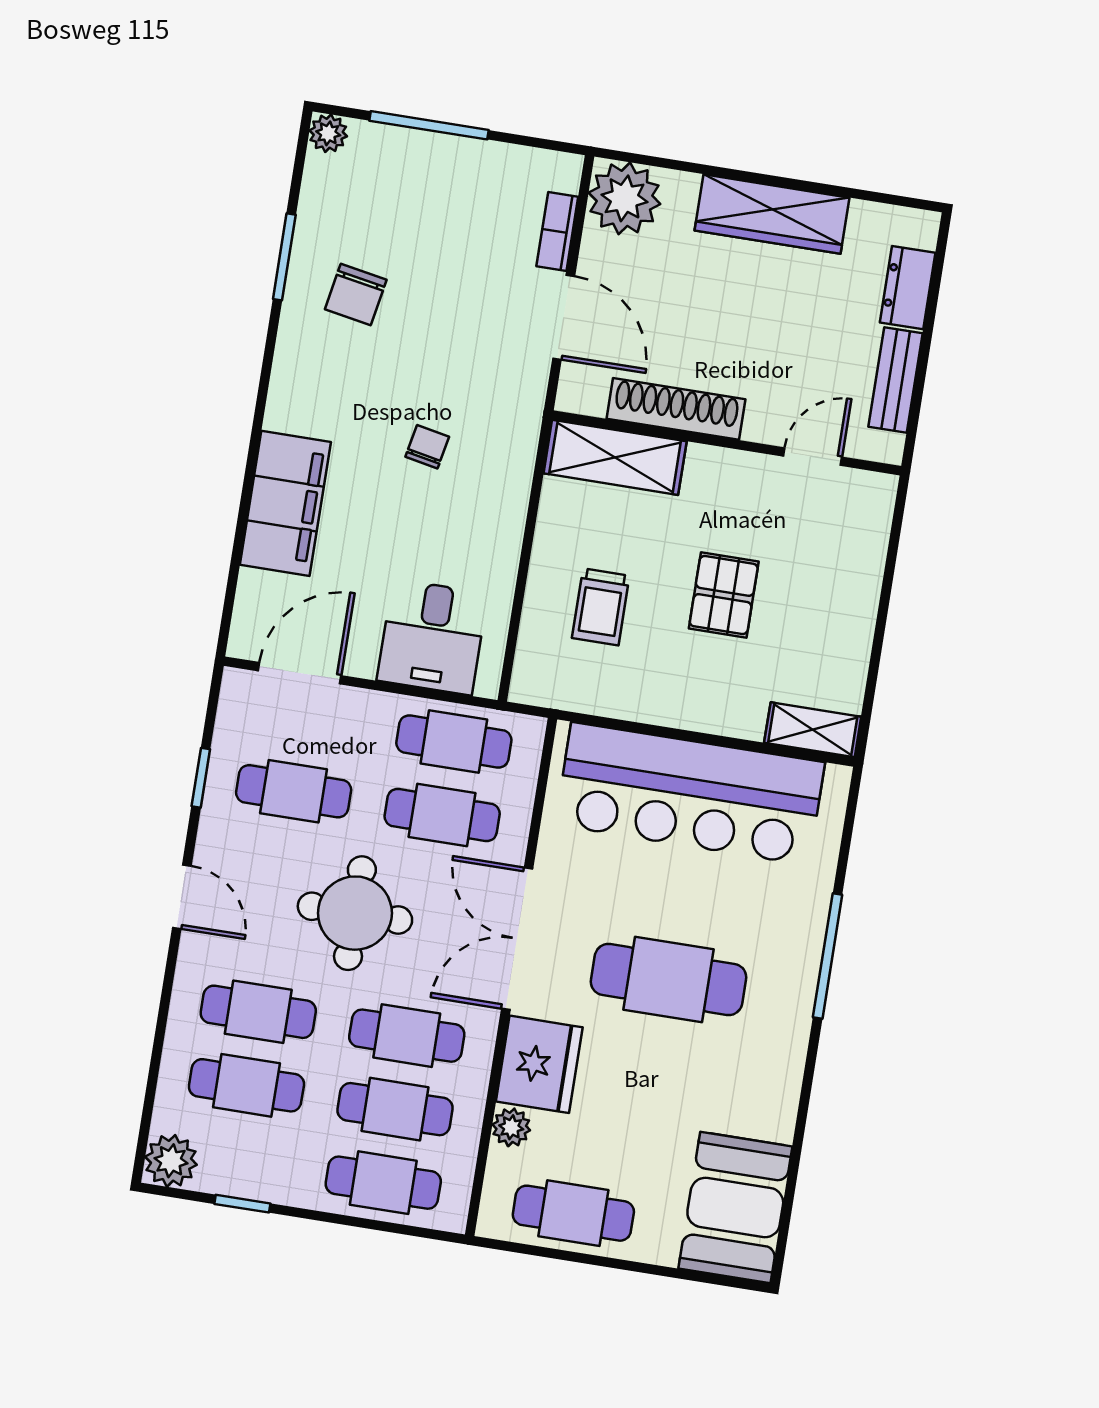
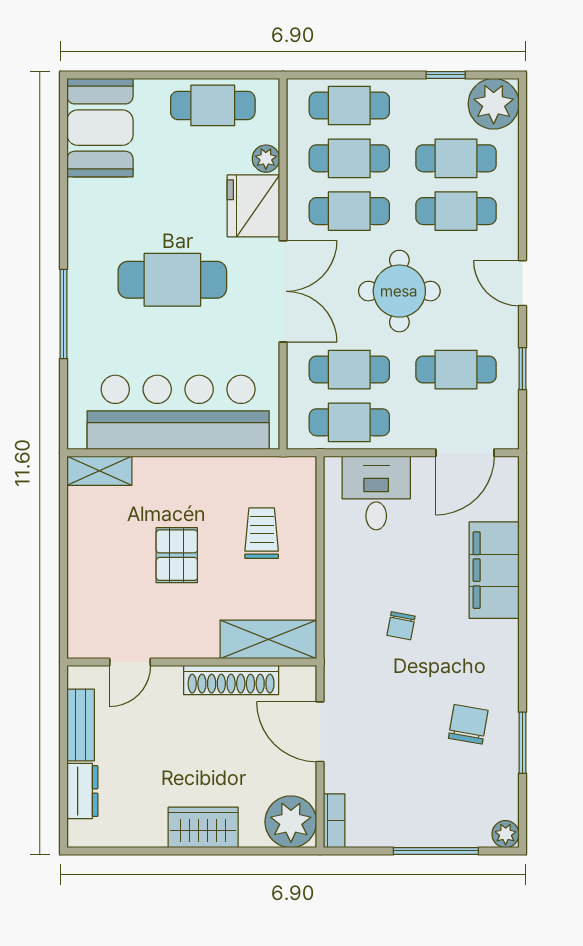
wardrobe: (772, 214) -> (203, 827), width x0.67
bookcase: (557, 231) -> (334, 821), moved
plant: (171, 1161) -> (494, 104), width x1.36, depth x1.36

